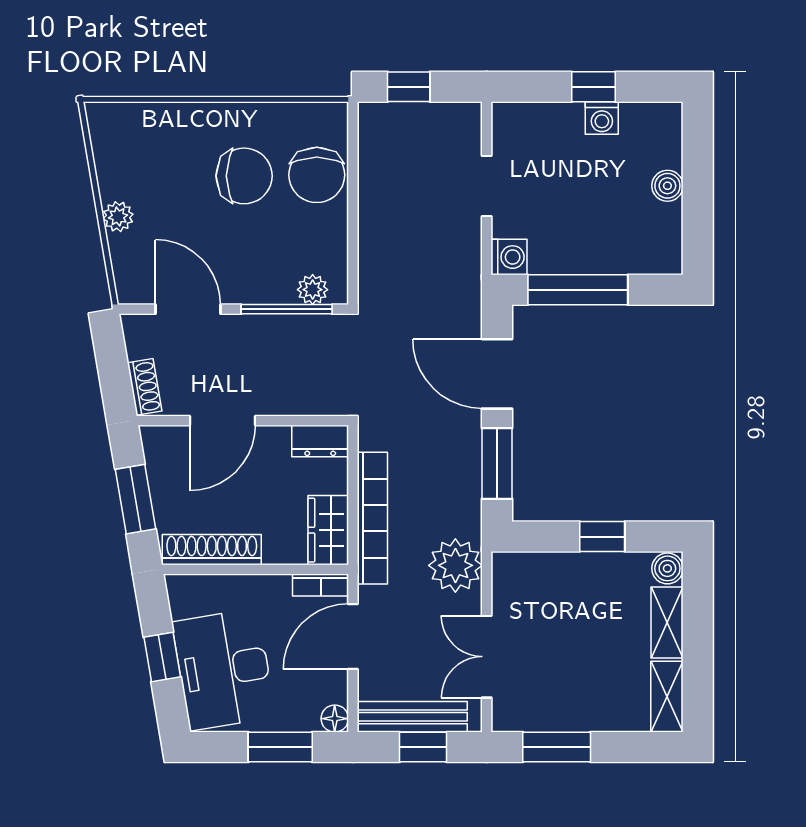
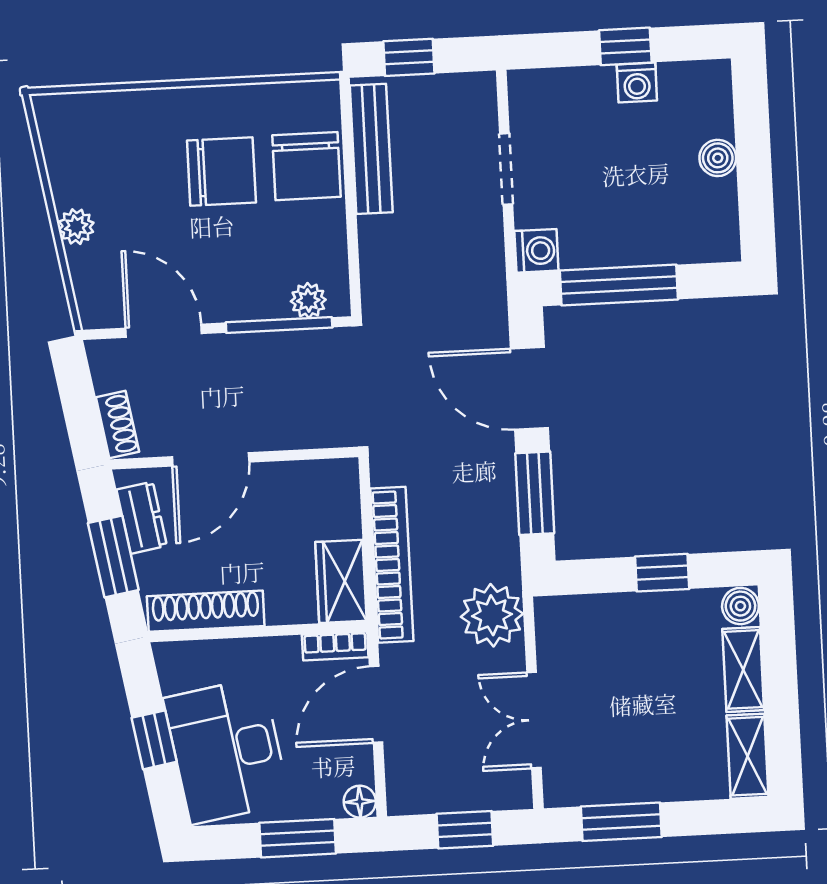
dresser: (320, 441) -> (142, 518), moved, turned -100
bench: (412, 717) -> (371, 149), moved, turned 90

